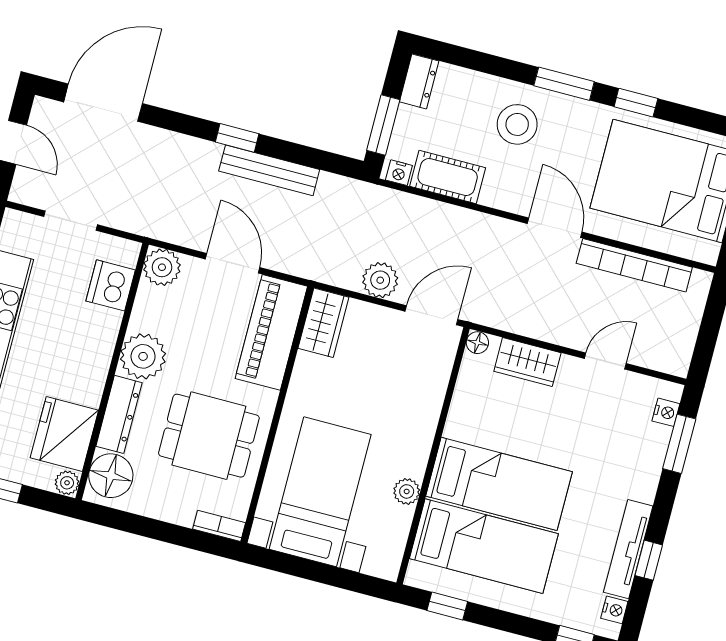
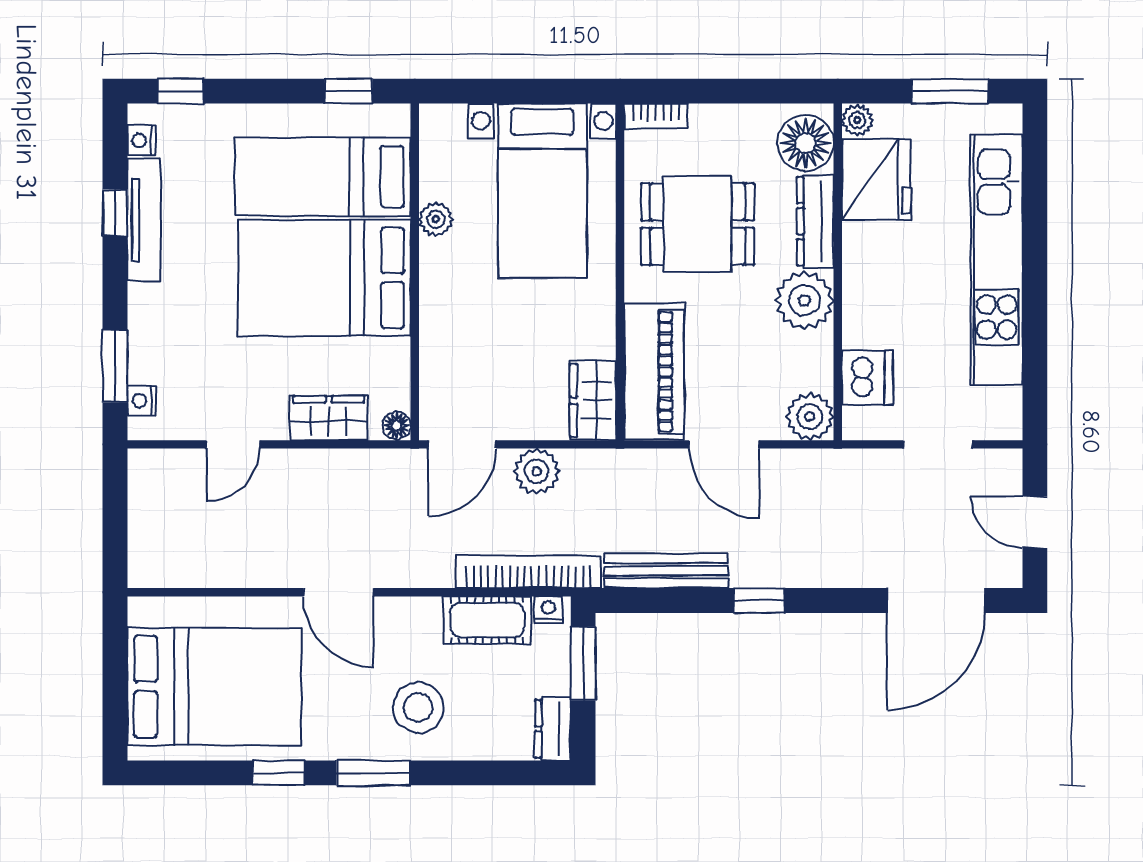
bench: (269, 170) -> (666, 571), moved
bookcase: (634, 265) -> (528, 572), moved
bed: (499, 484) -> (324, 278), width x1.50

